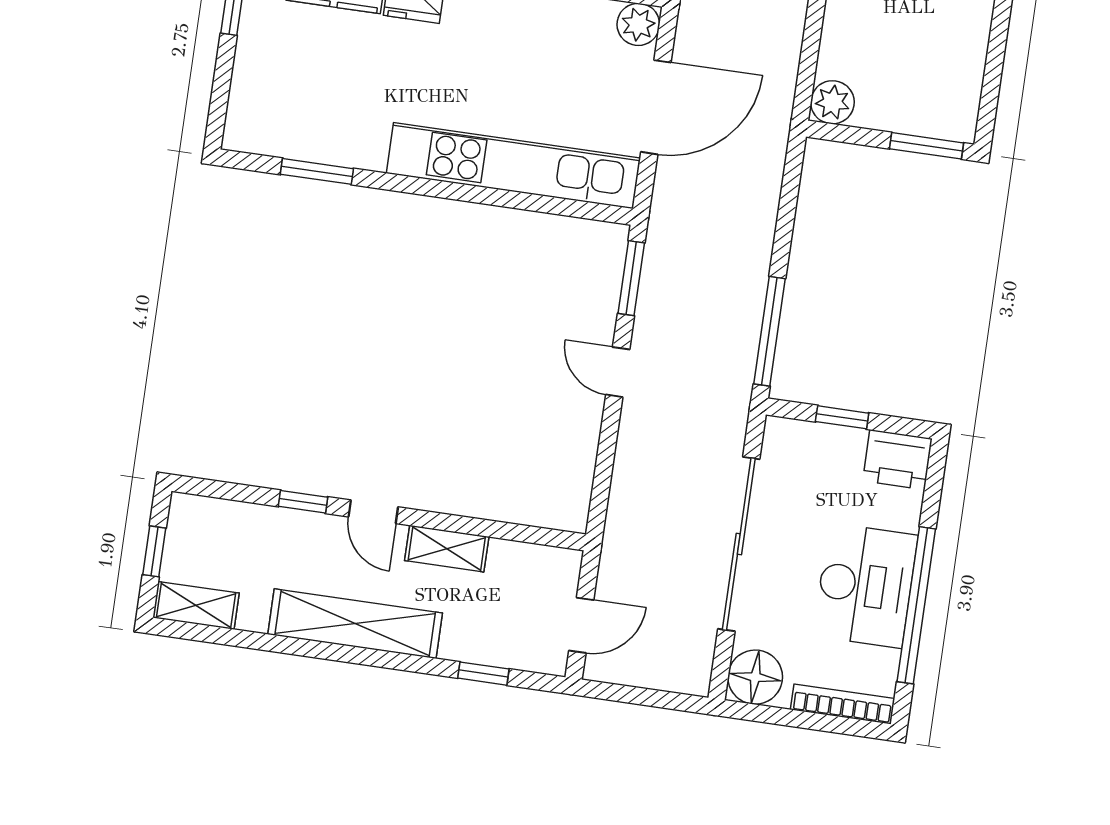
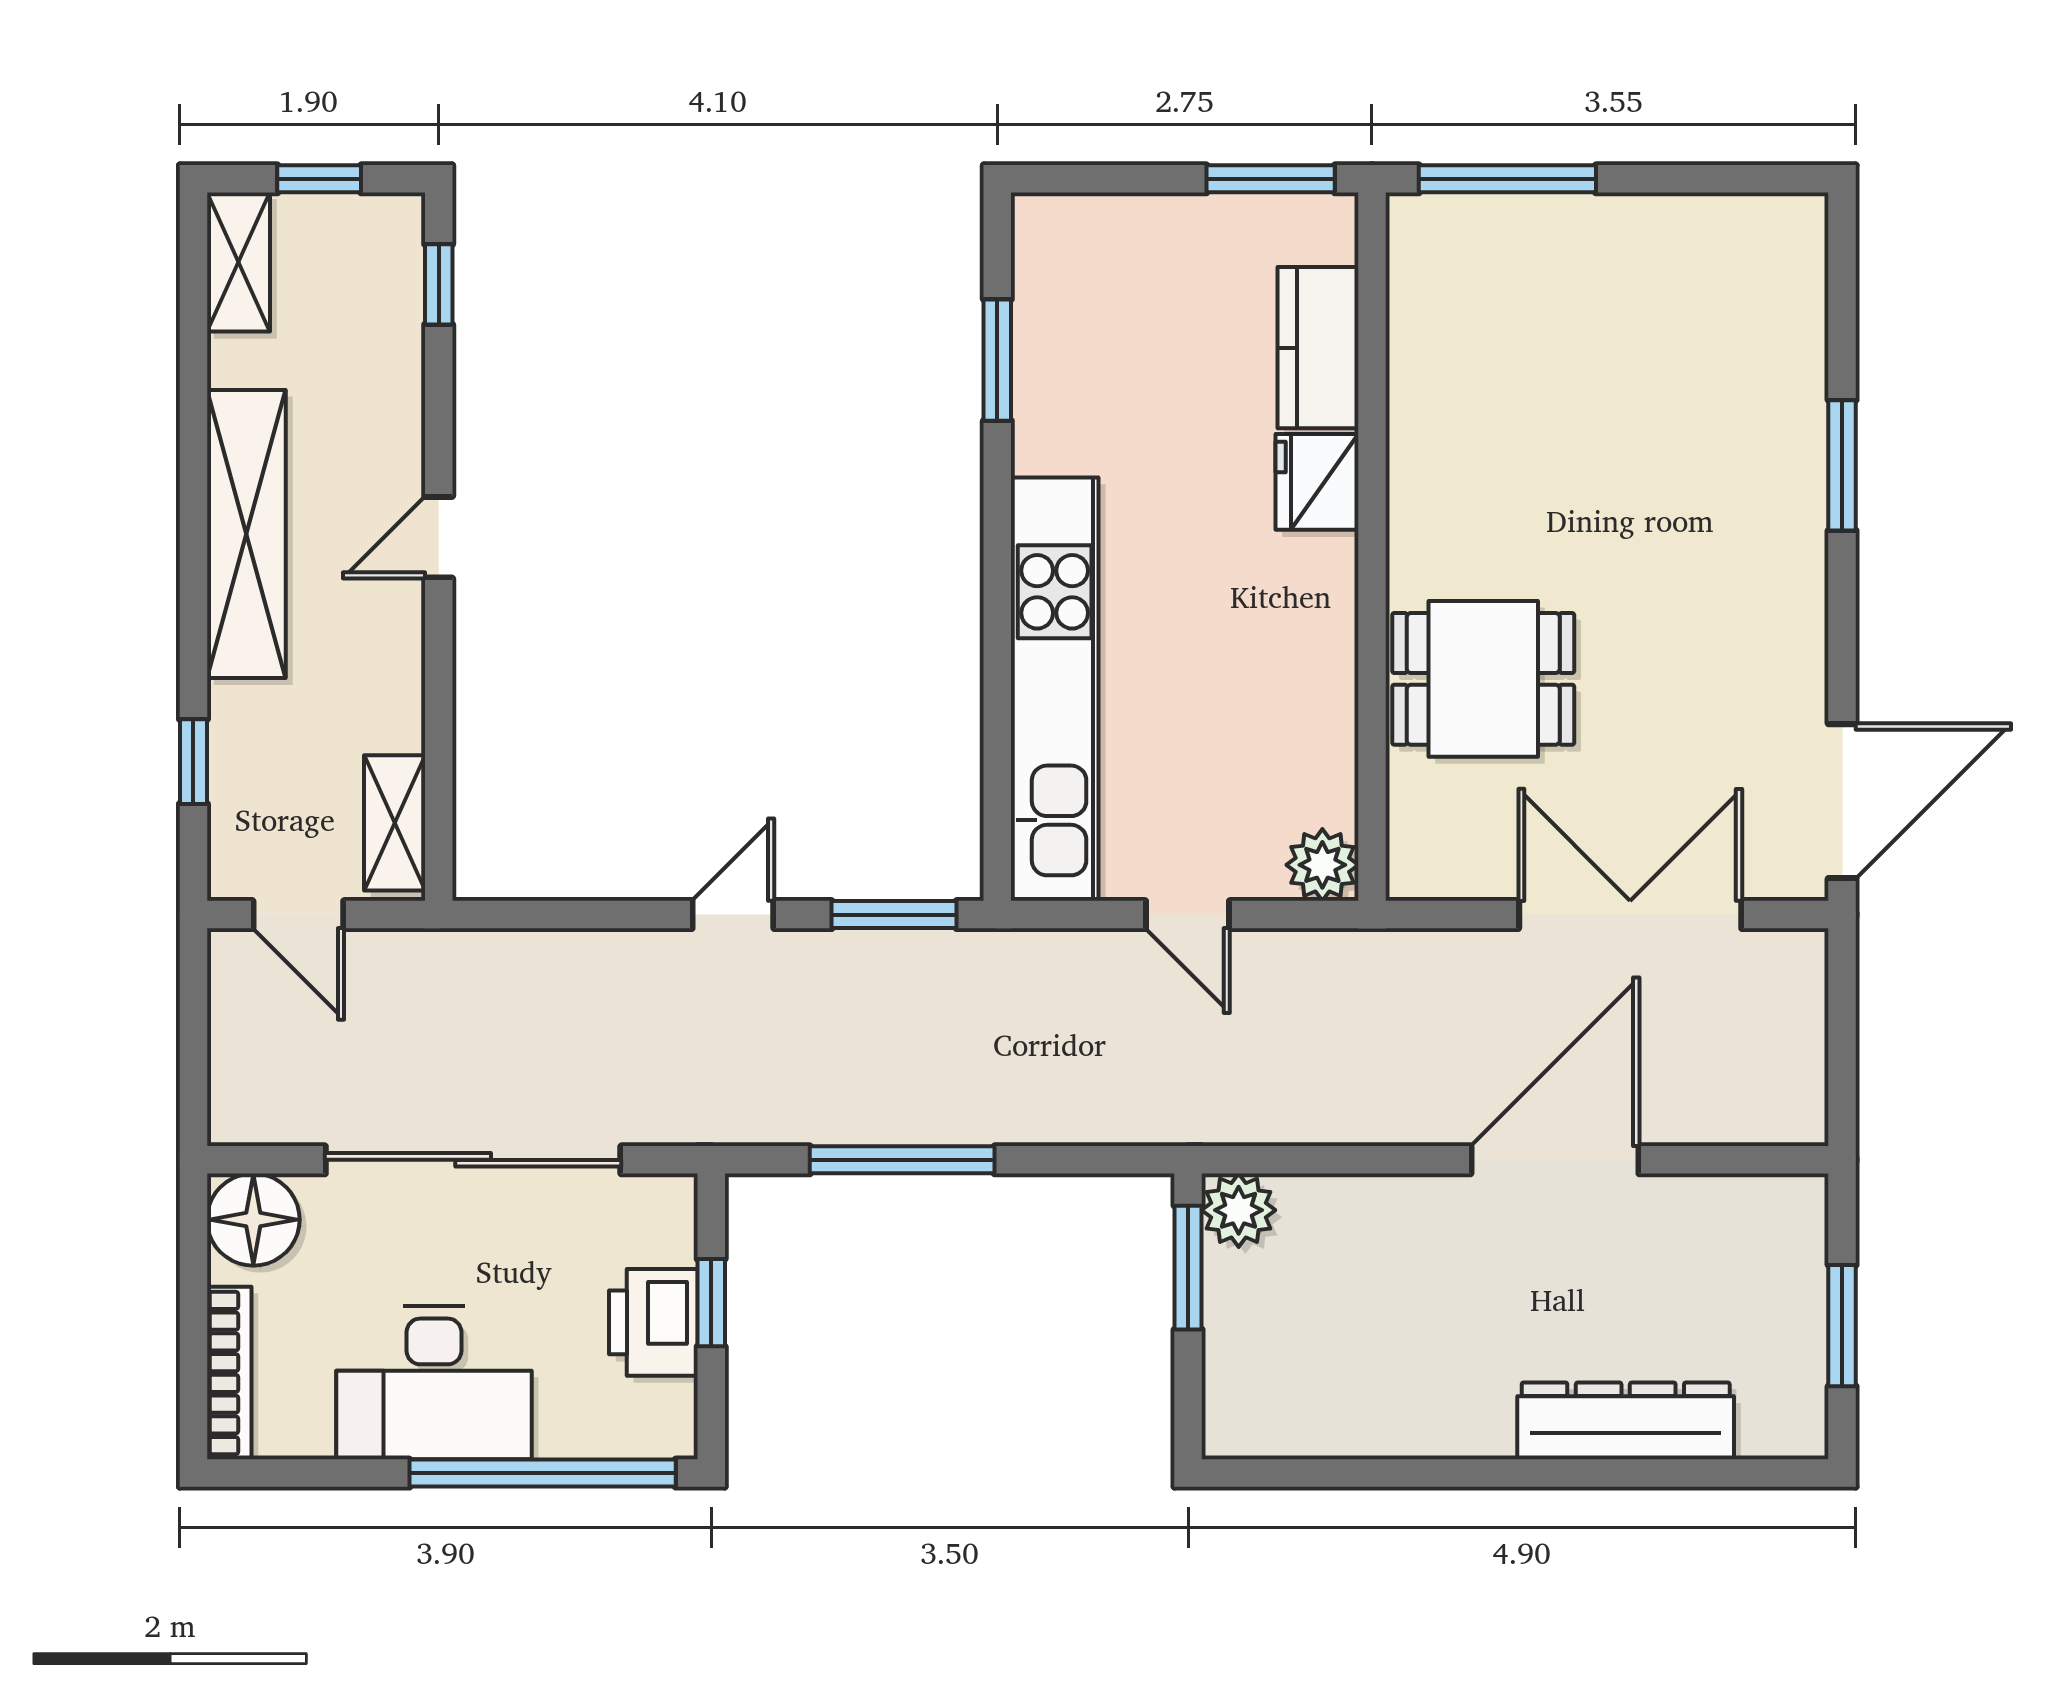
door: (656, 107) -> (1188, 915), width x0.53
window: (927, 146) -> (1188, 1268), moved
window: (769, 331) -> (902, 1160), moved
printer: (897, 460) -> (653, 1322), moved
window: (303, 502) -> (439, 284), moved
shelving: (447, 549) -> (395, 823), moved
window: (916, 605) -> (543, 1473), moved

